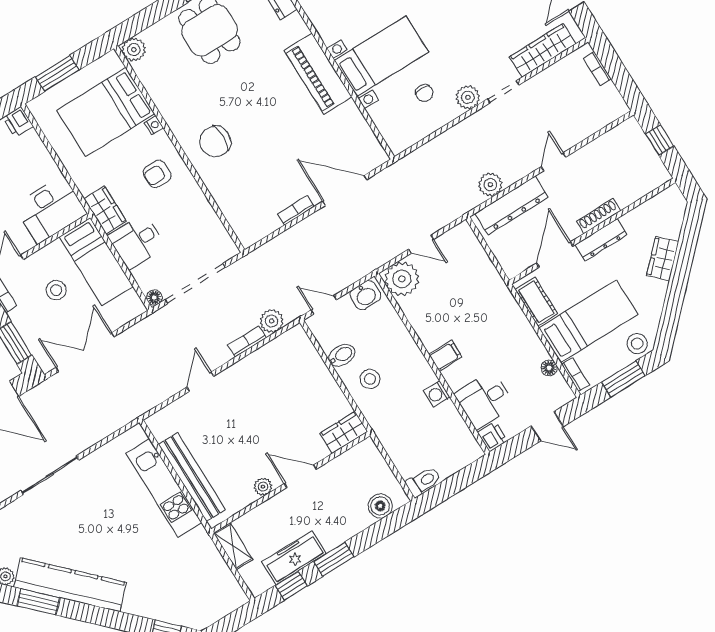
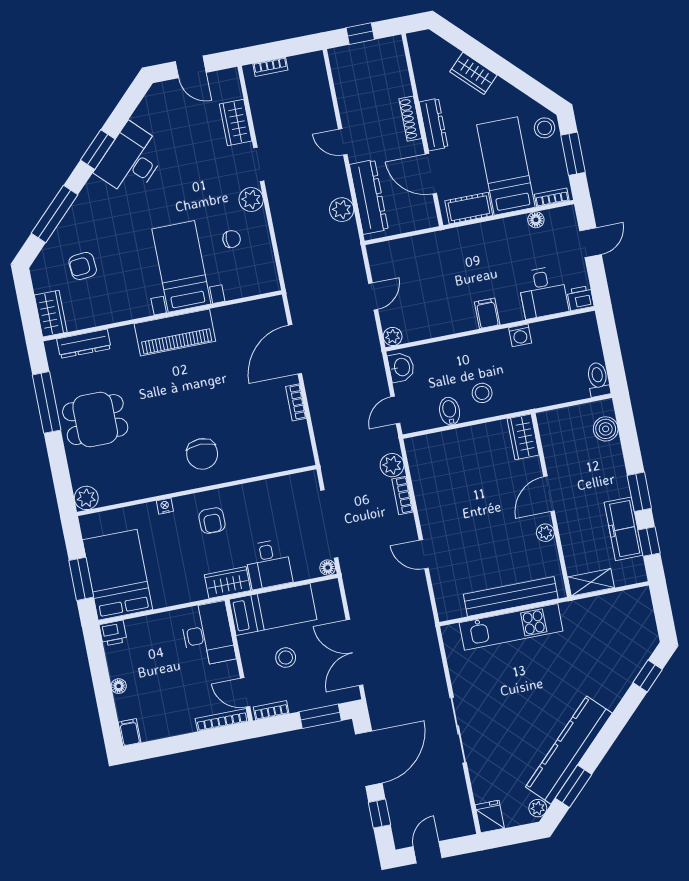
wardrobe: (543, 50) -> (236, 123), width x0.67
bed: (106, 112) -> (118, 575), moved, turned 180
plant: (402, 279) -> (393, 336), width x0.53, depth x0.53

